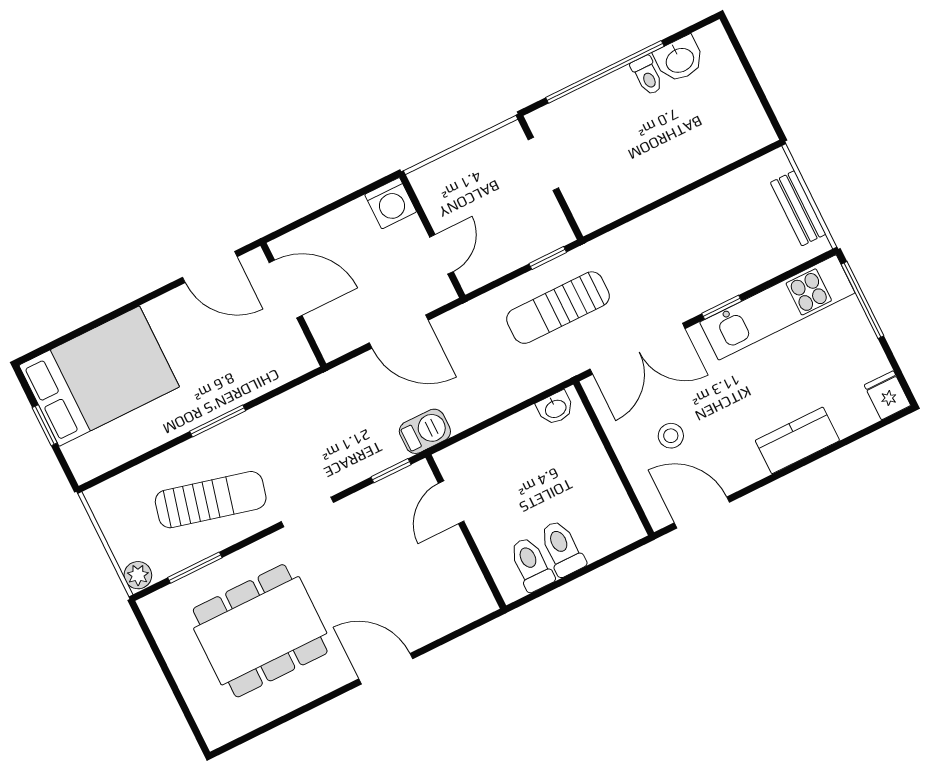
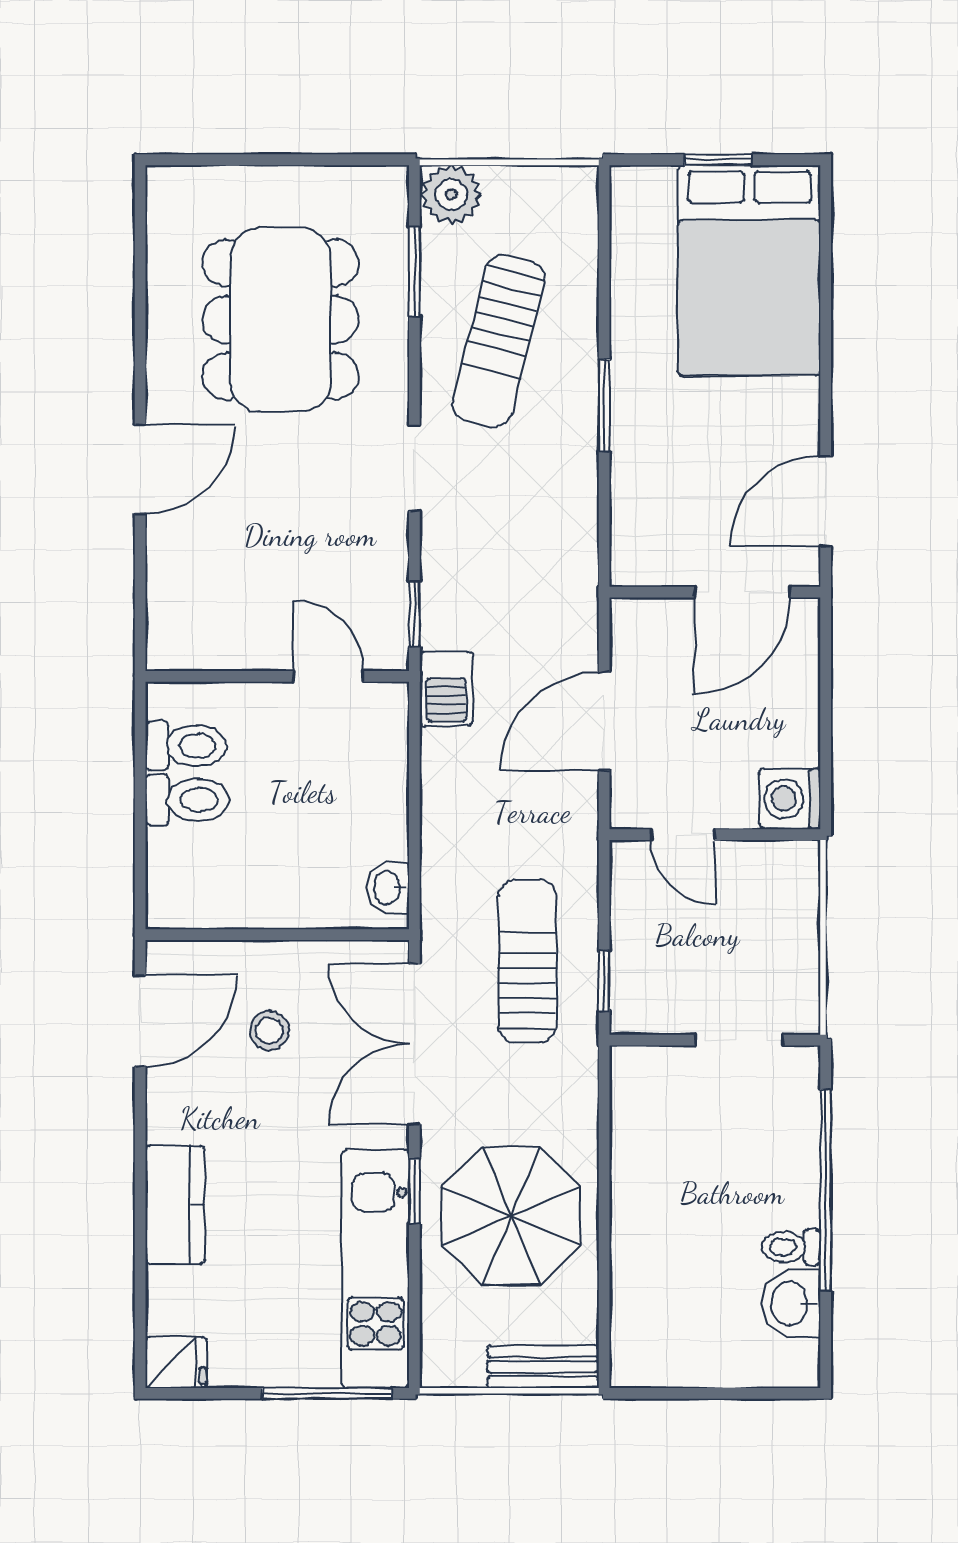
bench: (798, 208) -> (543, 1367), moved
parasol: (709, 245) -> (511, 1216), added
plant: (138, 575) -> (451, 195), width x1.38, depth x1.38

